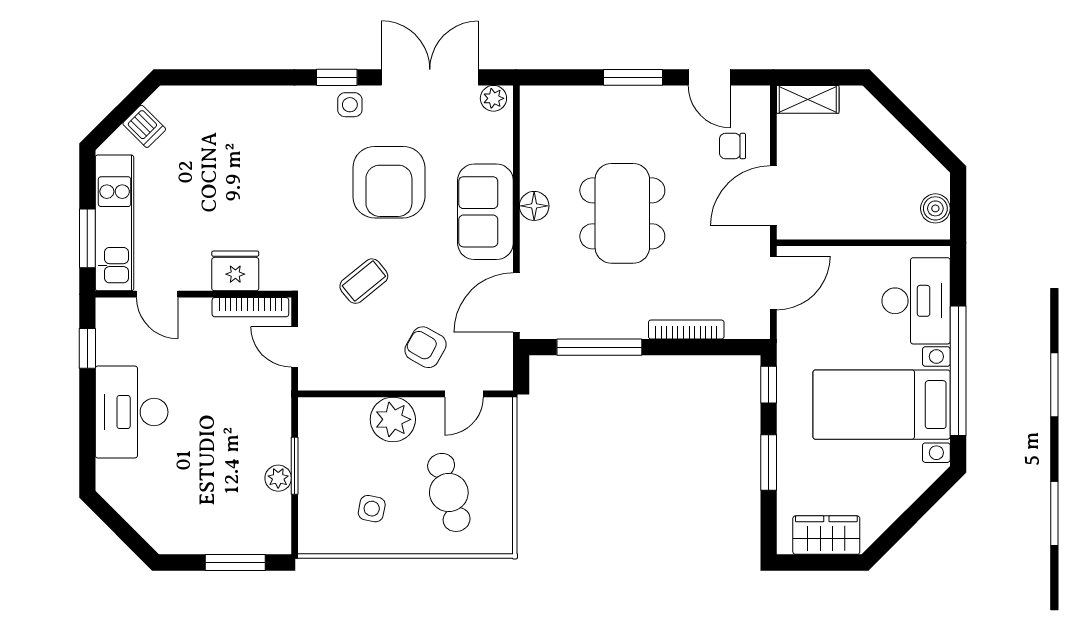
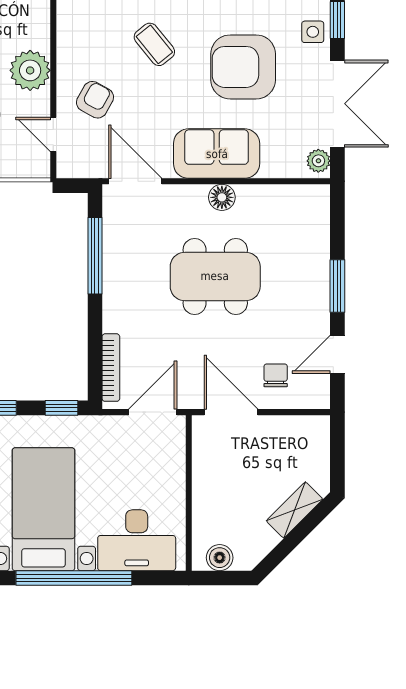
shelving: (808, 99) -> (295, 510), moved, turned 45
door: (773, 283) -> (153, 412), swing flipped
bookcase: (686, 330) -> (111, 368), moved

